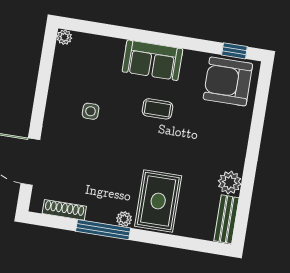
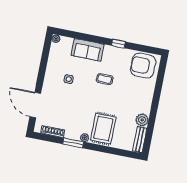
window: (234, 51) -> (118, 44), moved
sofa: (152, 60) -> (88, 50), moved
window: (103, 230) -> (73, 143), width x0.69

